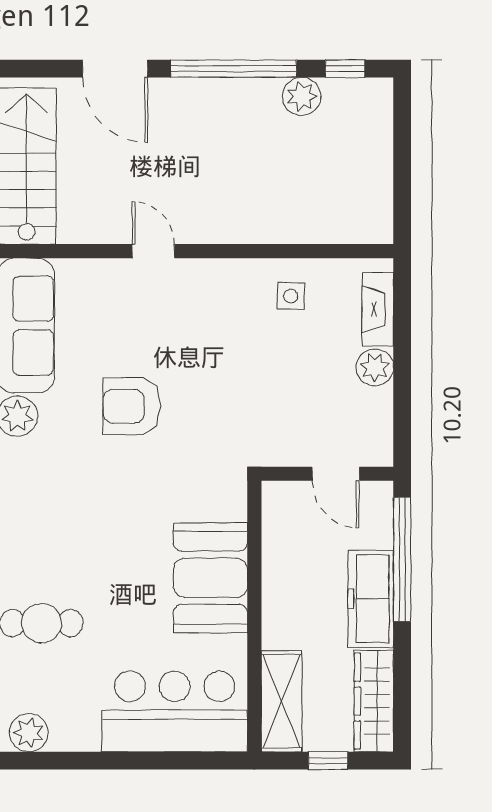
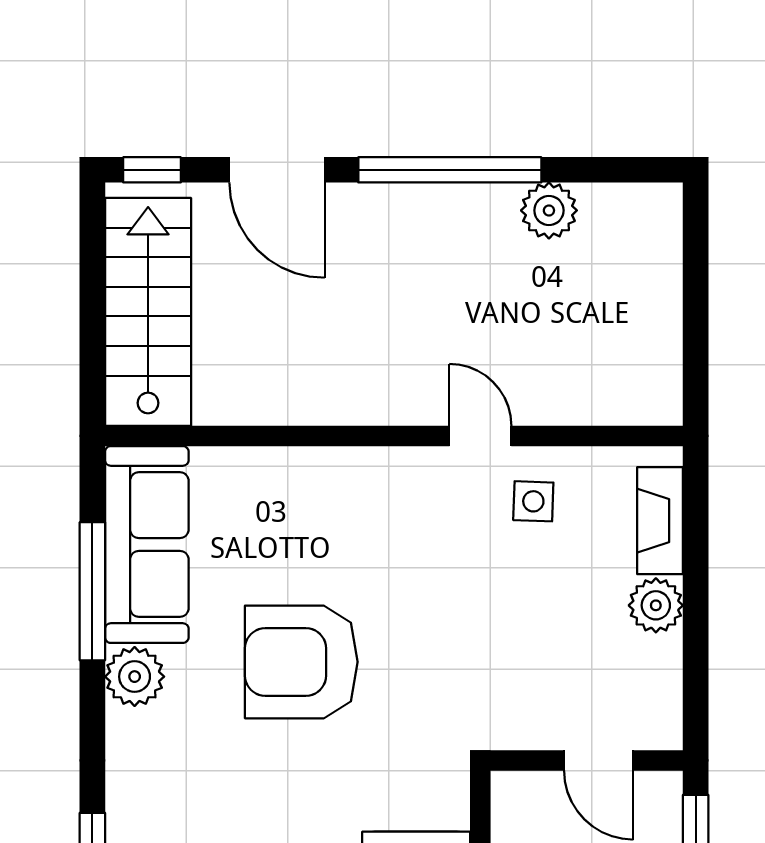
window: (345, 69) -> (152, 170), moved
door: (153, 251) -> (480, 436), moved
armchair: (132, 406) -> (301, 662), width x1.36, depth x1.36

